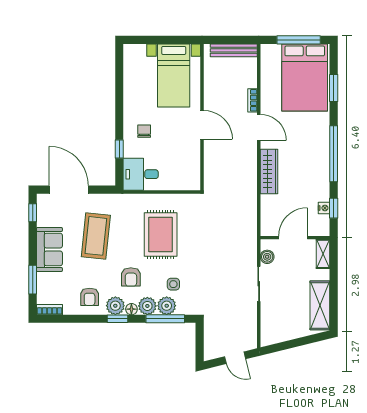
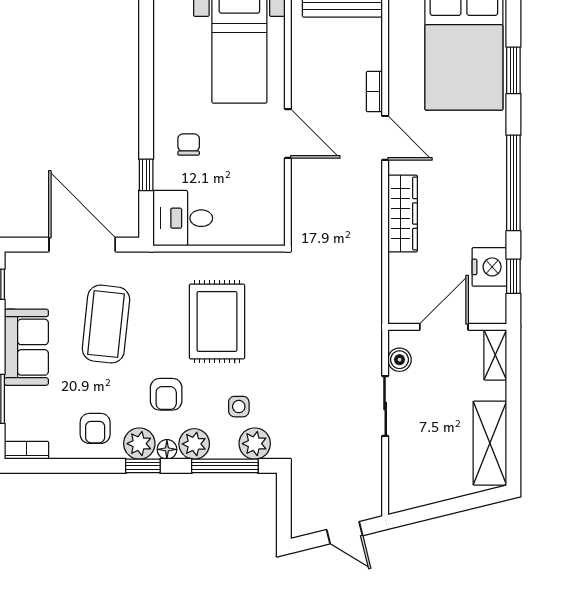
door: (69, 190) -> (82, 245), moved
nightstand: (324, 208) -> (489, 267), width x1.89, depth x1.79
plant: (167, 306) -> (255, 444), moved

